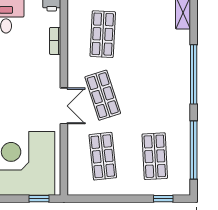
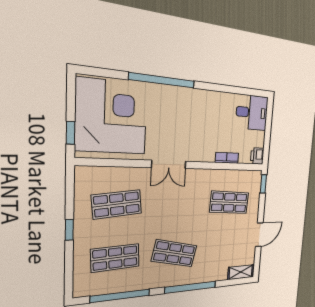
shop shelf: (103, 95) -> (174, 253), moved, turned 30
window: (163, 199) -> (69, 230), moved

